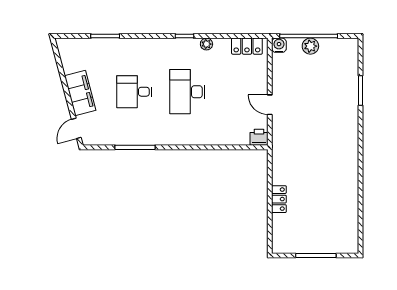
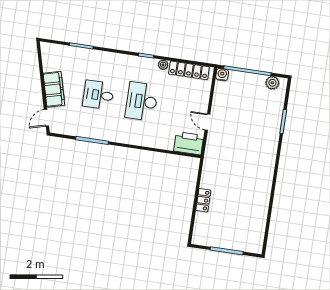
locker: (247, 46) -> (189, 70), width x1.53
plant: (310, 46) -> (272, 83), moved
printer: (259, 137) -> (189, 143), width x1.87, depth x1.48

